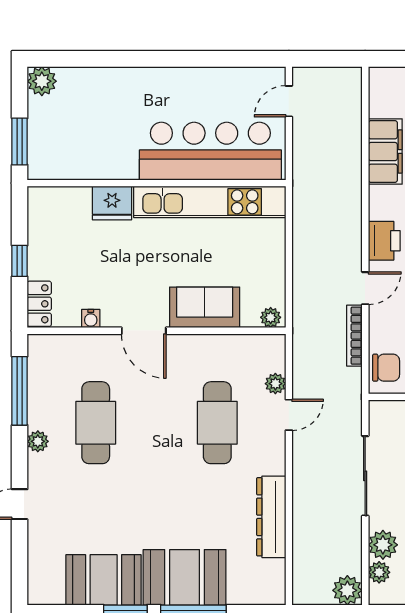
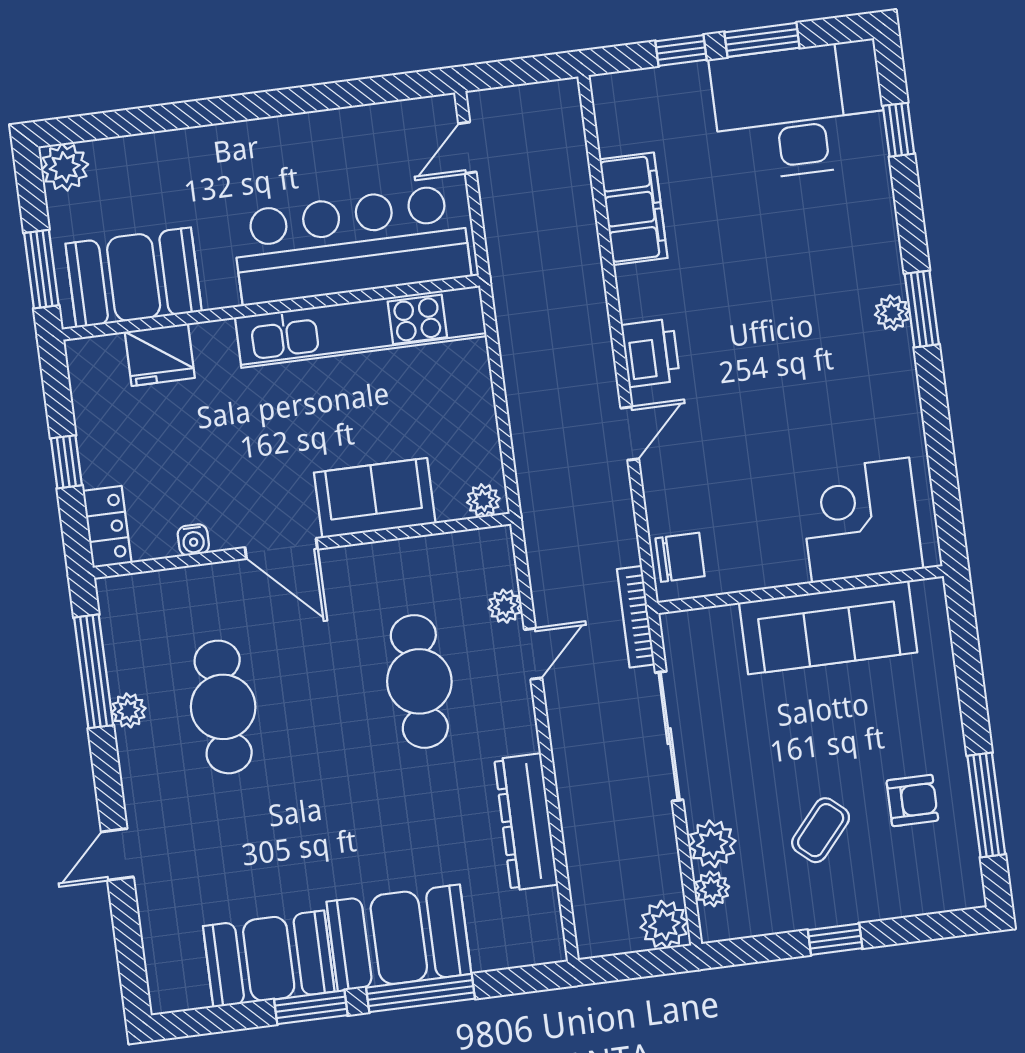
booth: (75, 154) -> (134, 278), added
fridge: (112, 203) -> (160, 355), moved
bookcase: (354, 336) -> (636, 617), moved
plant: (38, 441) -> (129, 710), moved

